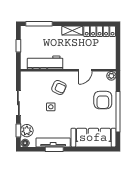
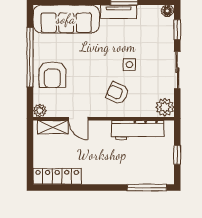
shelving: (72, 30) -> (53, 127), moved
door: (85, 70) -> (78, 119), swing flipped
armchair: (103, 100) -> (52, 75), turned 180
plant: (27, 131) -> (165, 107), moved
tv unit: (53, 142) -> (119, 12), width x0.71

